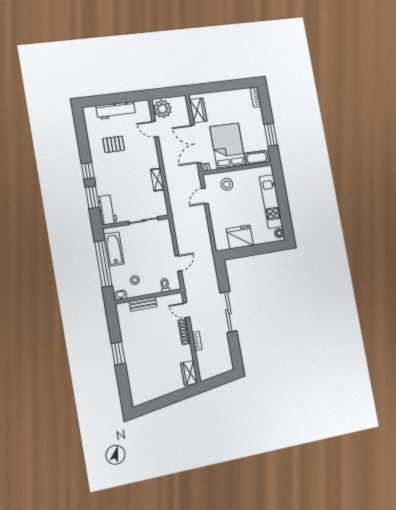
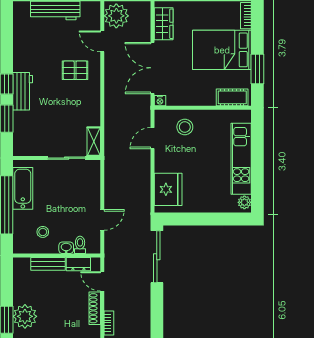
pallet: (114, 144) -> (75, 70), moved
bed: (228, 146) -> (222, 50), moved, turned -90
shelving: (157, 180) -> (94, 142), moved
workbench: (107, 210) -> (23, 91), moved
fridge: (240, 237) -> (168, 189), moved, turned 90
washbasin: (121, 295) -> (66, 248), moved
dresser: (166, 300) -> (78, 264), added
sliding door: (228, 312) -> (157, 257), moved
plant: (132, 348) -> (25, 316), added

